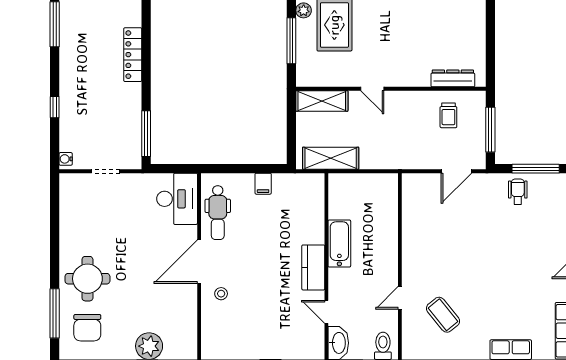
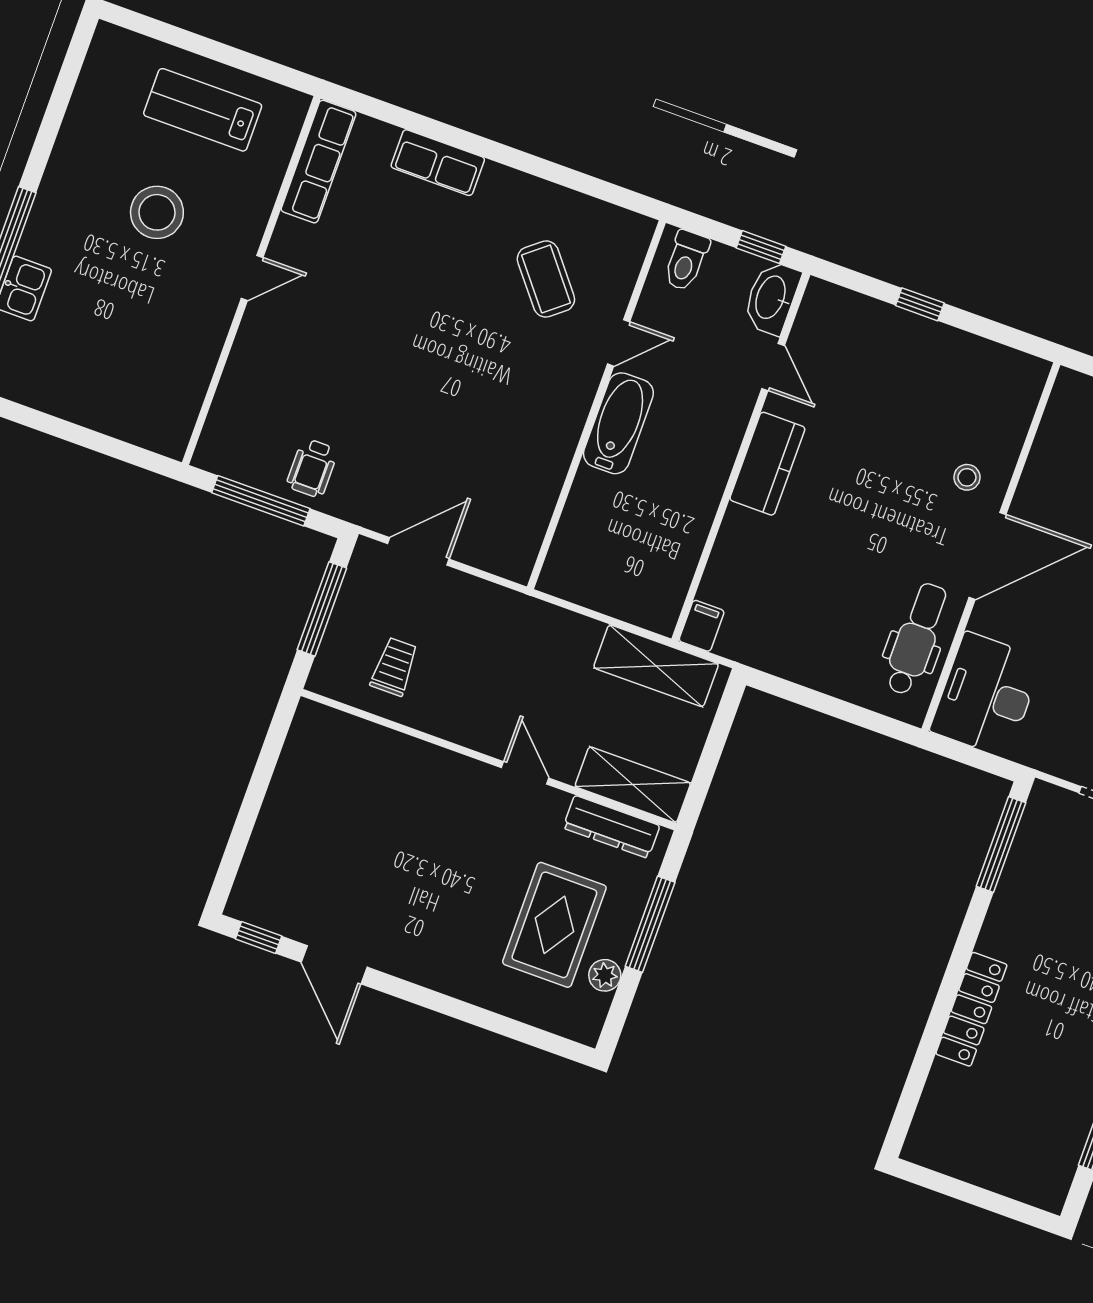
dresser: (453, 78) -> (611, 827), moved
filing cabinet: (263, 184) -> (702, 626), moved
bathtub: (339, 243) -> (618, 423), moved, turned 180

